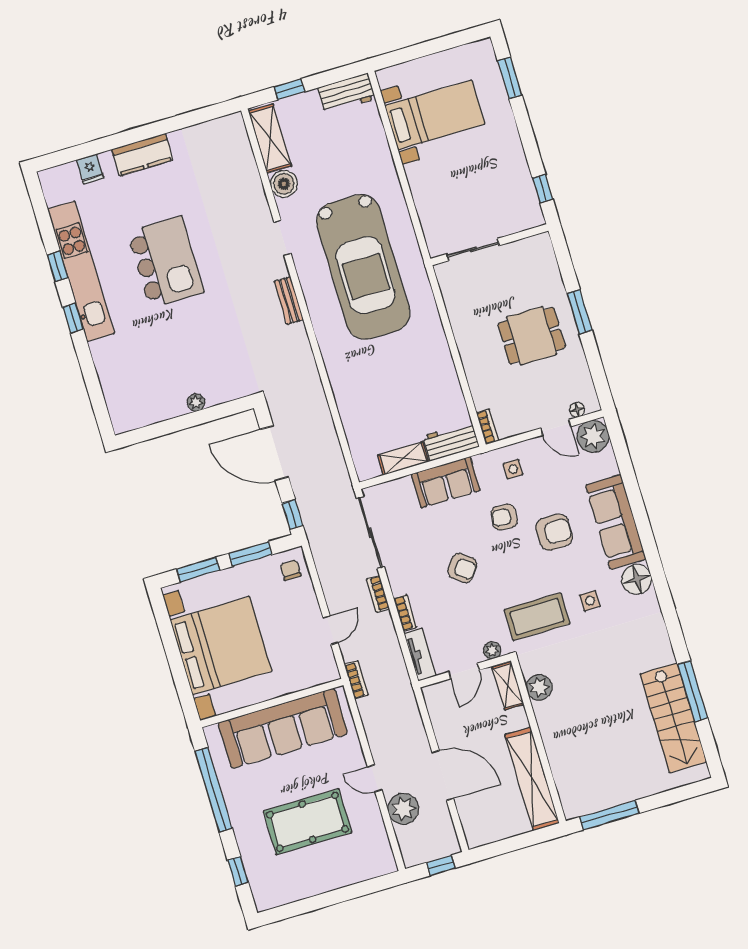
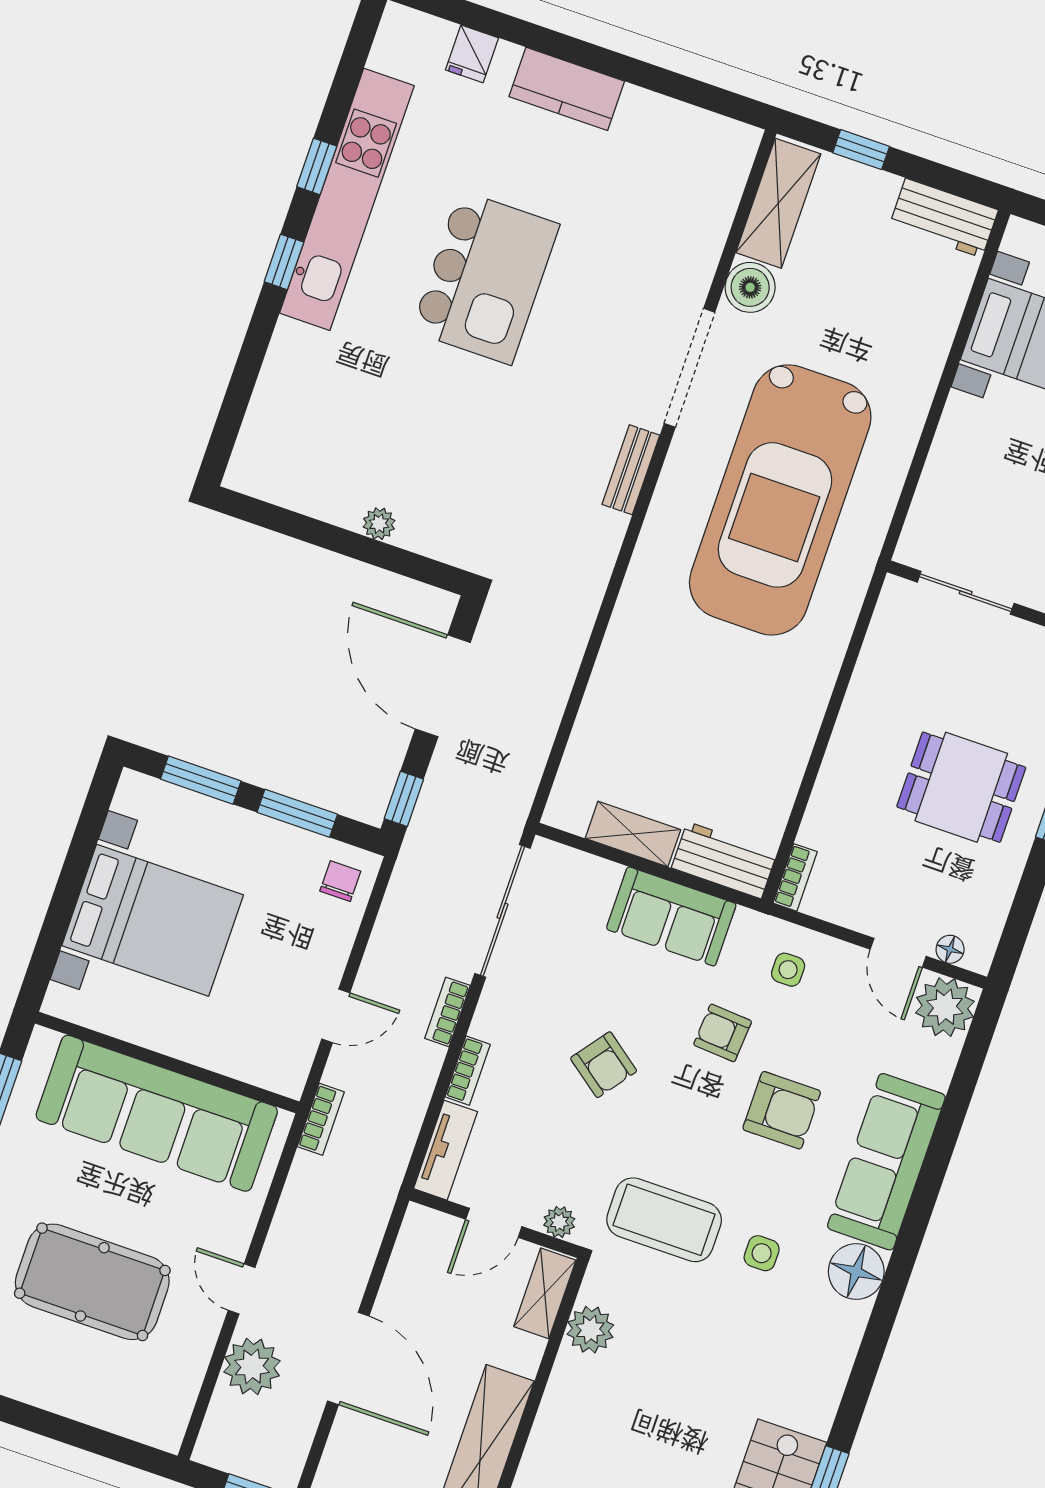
doorway: (283, 238) -> (689, 368), width x1.87
bed with nightstands: (221, 646) -> (153, 920), width x0.73

